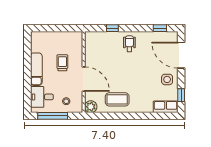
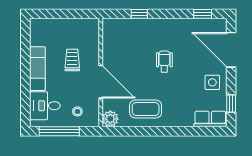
wheelchair: (129, 44) -> (164, 61), moved

